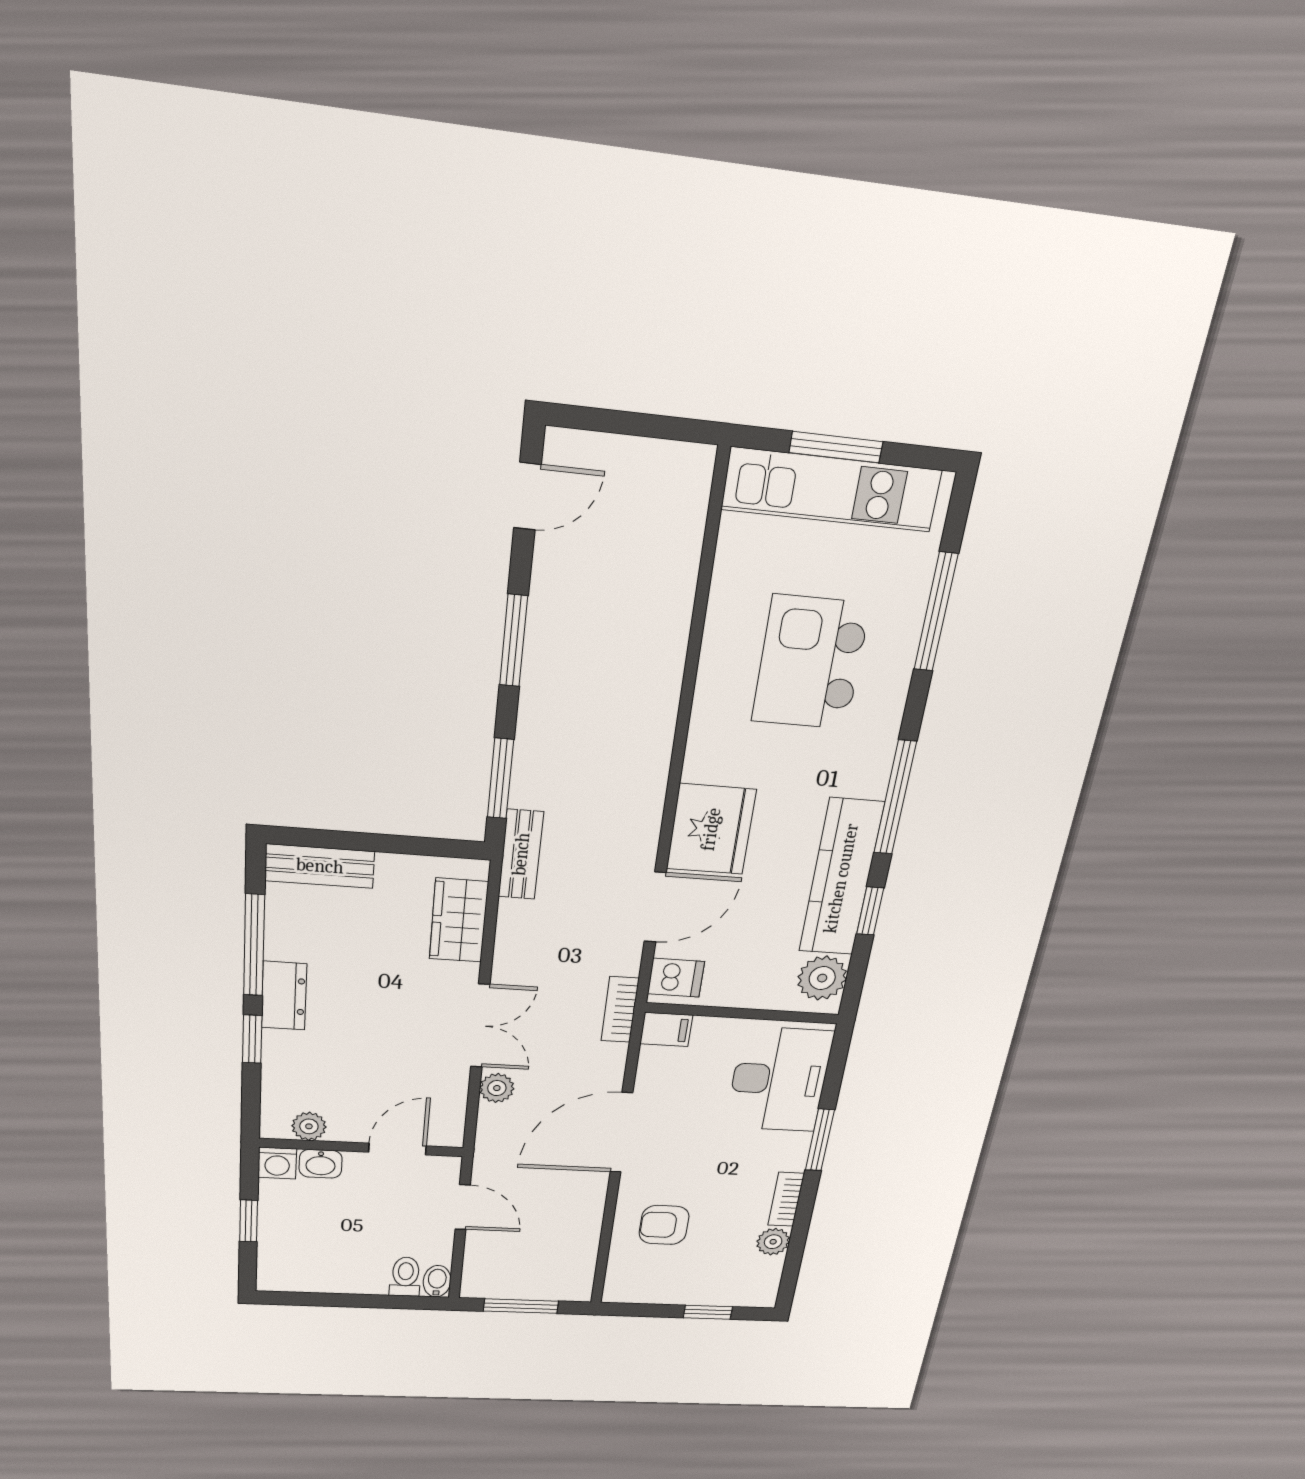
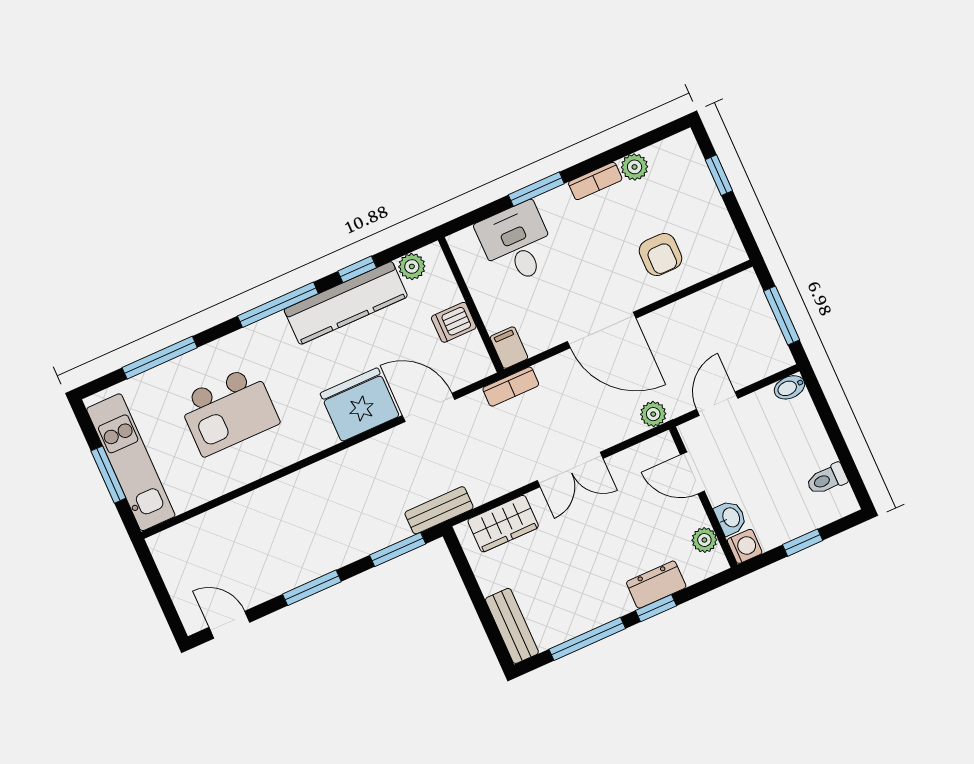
dishwasher: (676, 978) -> (454, 322), moved, turned -90
plant: (822, 978) -> (412, 266), width x0.73, depth x0.73
dresser: (284, 996) -> (656, 585), moved
double door: (480, 1026) -> (570, 470), swing flipped
desk: (779, 1080) -> (517, 243), width x0.73
plant: (497, 1088) -> (653, 414), moved
toilet: (405, 1277) -> (827, 479), moved

